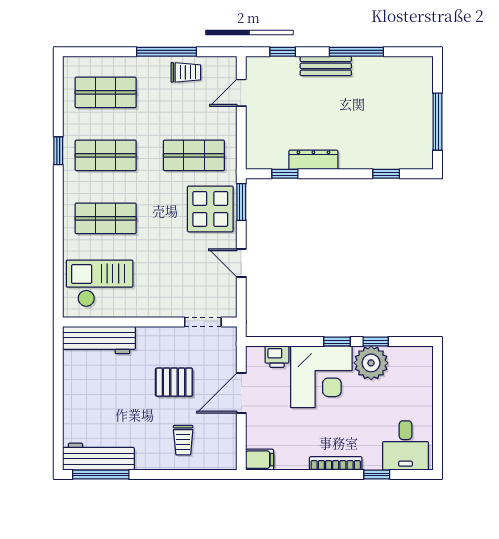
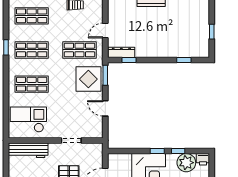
door: (241, 93) -> (105, 31), moved
window: (437, 122) -> (212, 32), width x0.46
dresser: (313, 160) -> (121, 52), moved
doorway: (203, 322) -> (71, 140), moved
printer: (277, 357) -> (203, 159), moved
plant: (371, 363) -> (186, 163), moved

